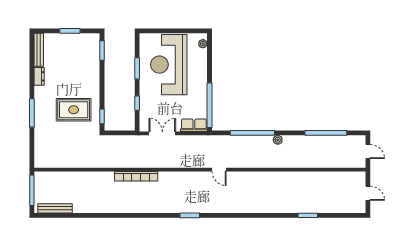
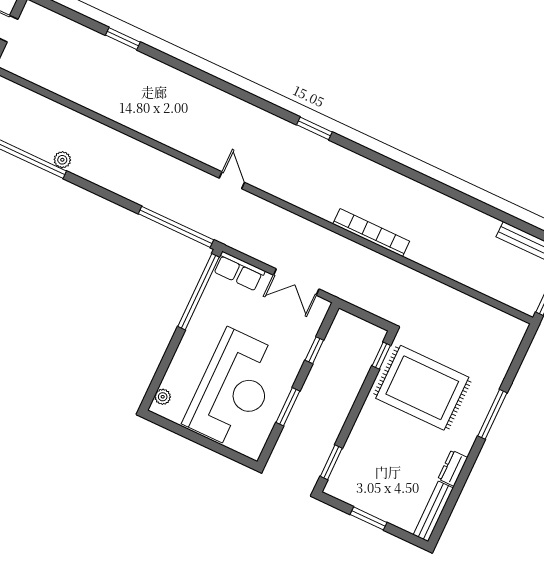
rug: (74, 110) -> (422, 388), width x1.37, depth x1.44
window: (252, 133) -> (176, 227), moved
plant: (278, 140) -> (62, 160), moved

